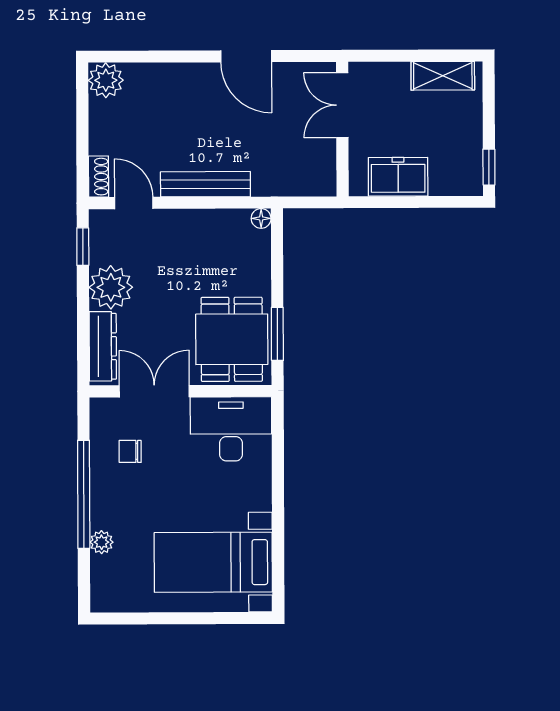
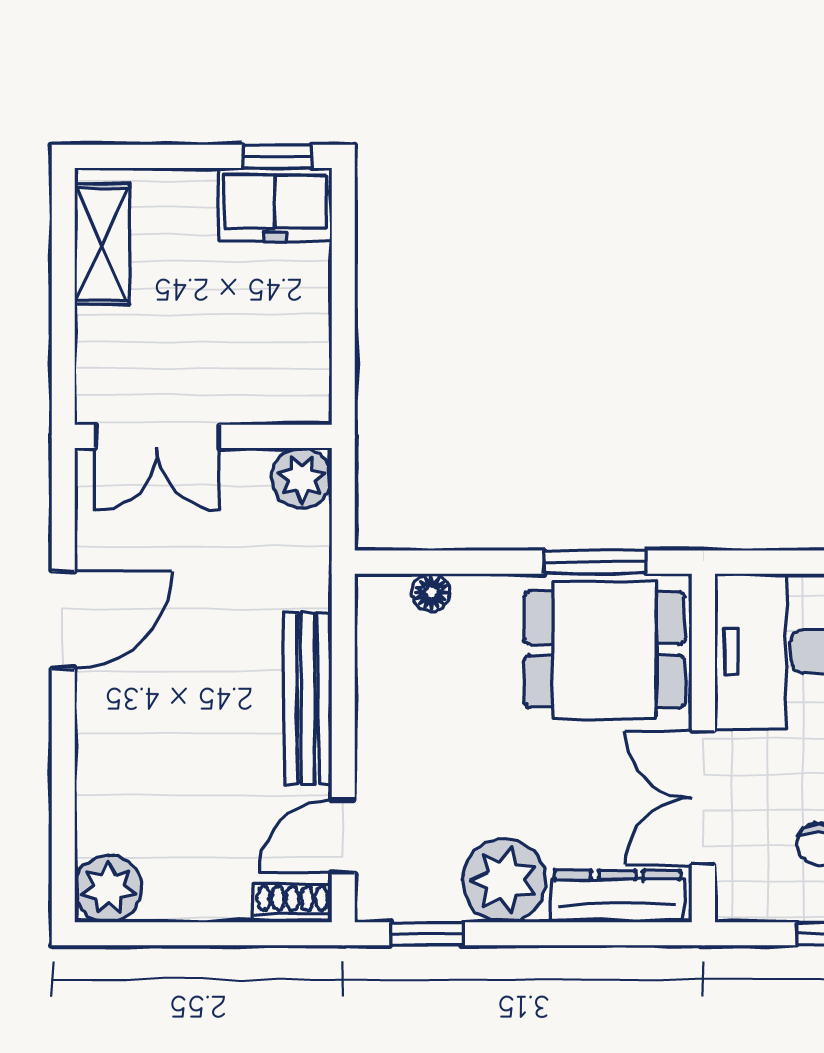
freezer: (398, 177) -> (275, 205), moved, turned -90
plant: (321, 181) -> (302, 478), added
floor lamp: (261, 218) -> (431, 593), moved

